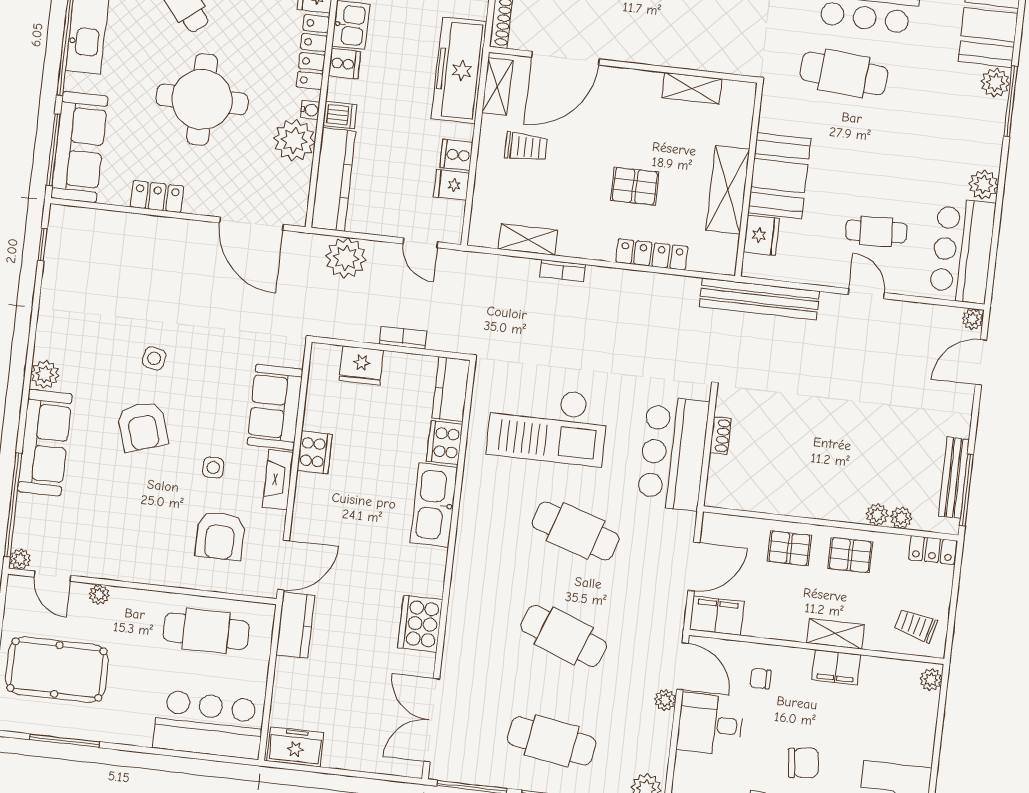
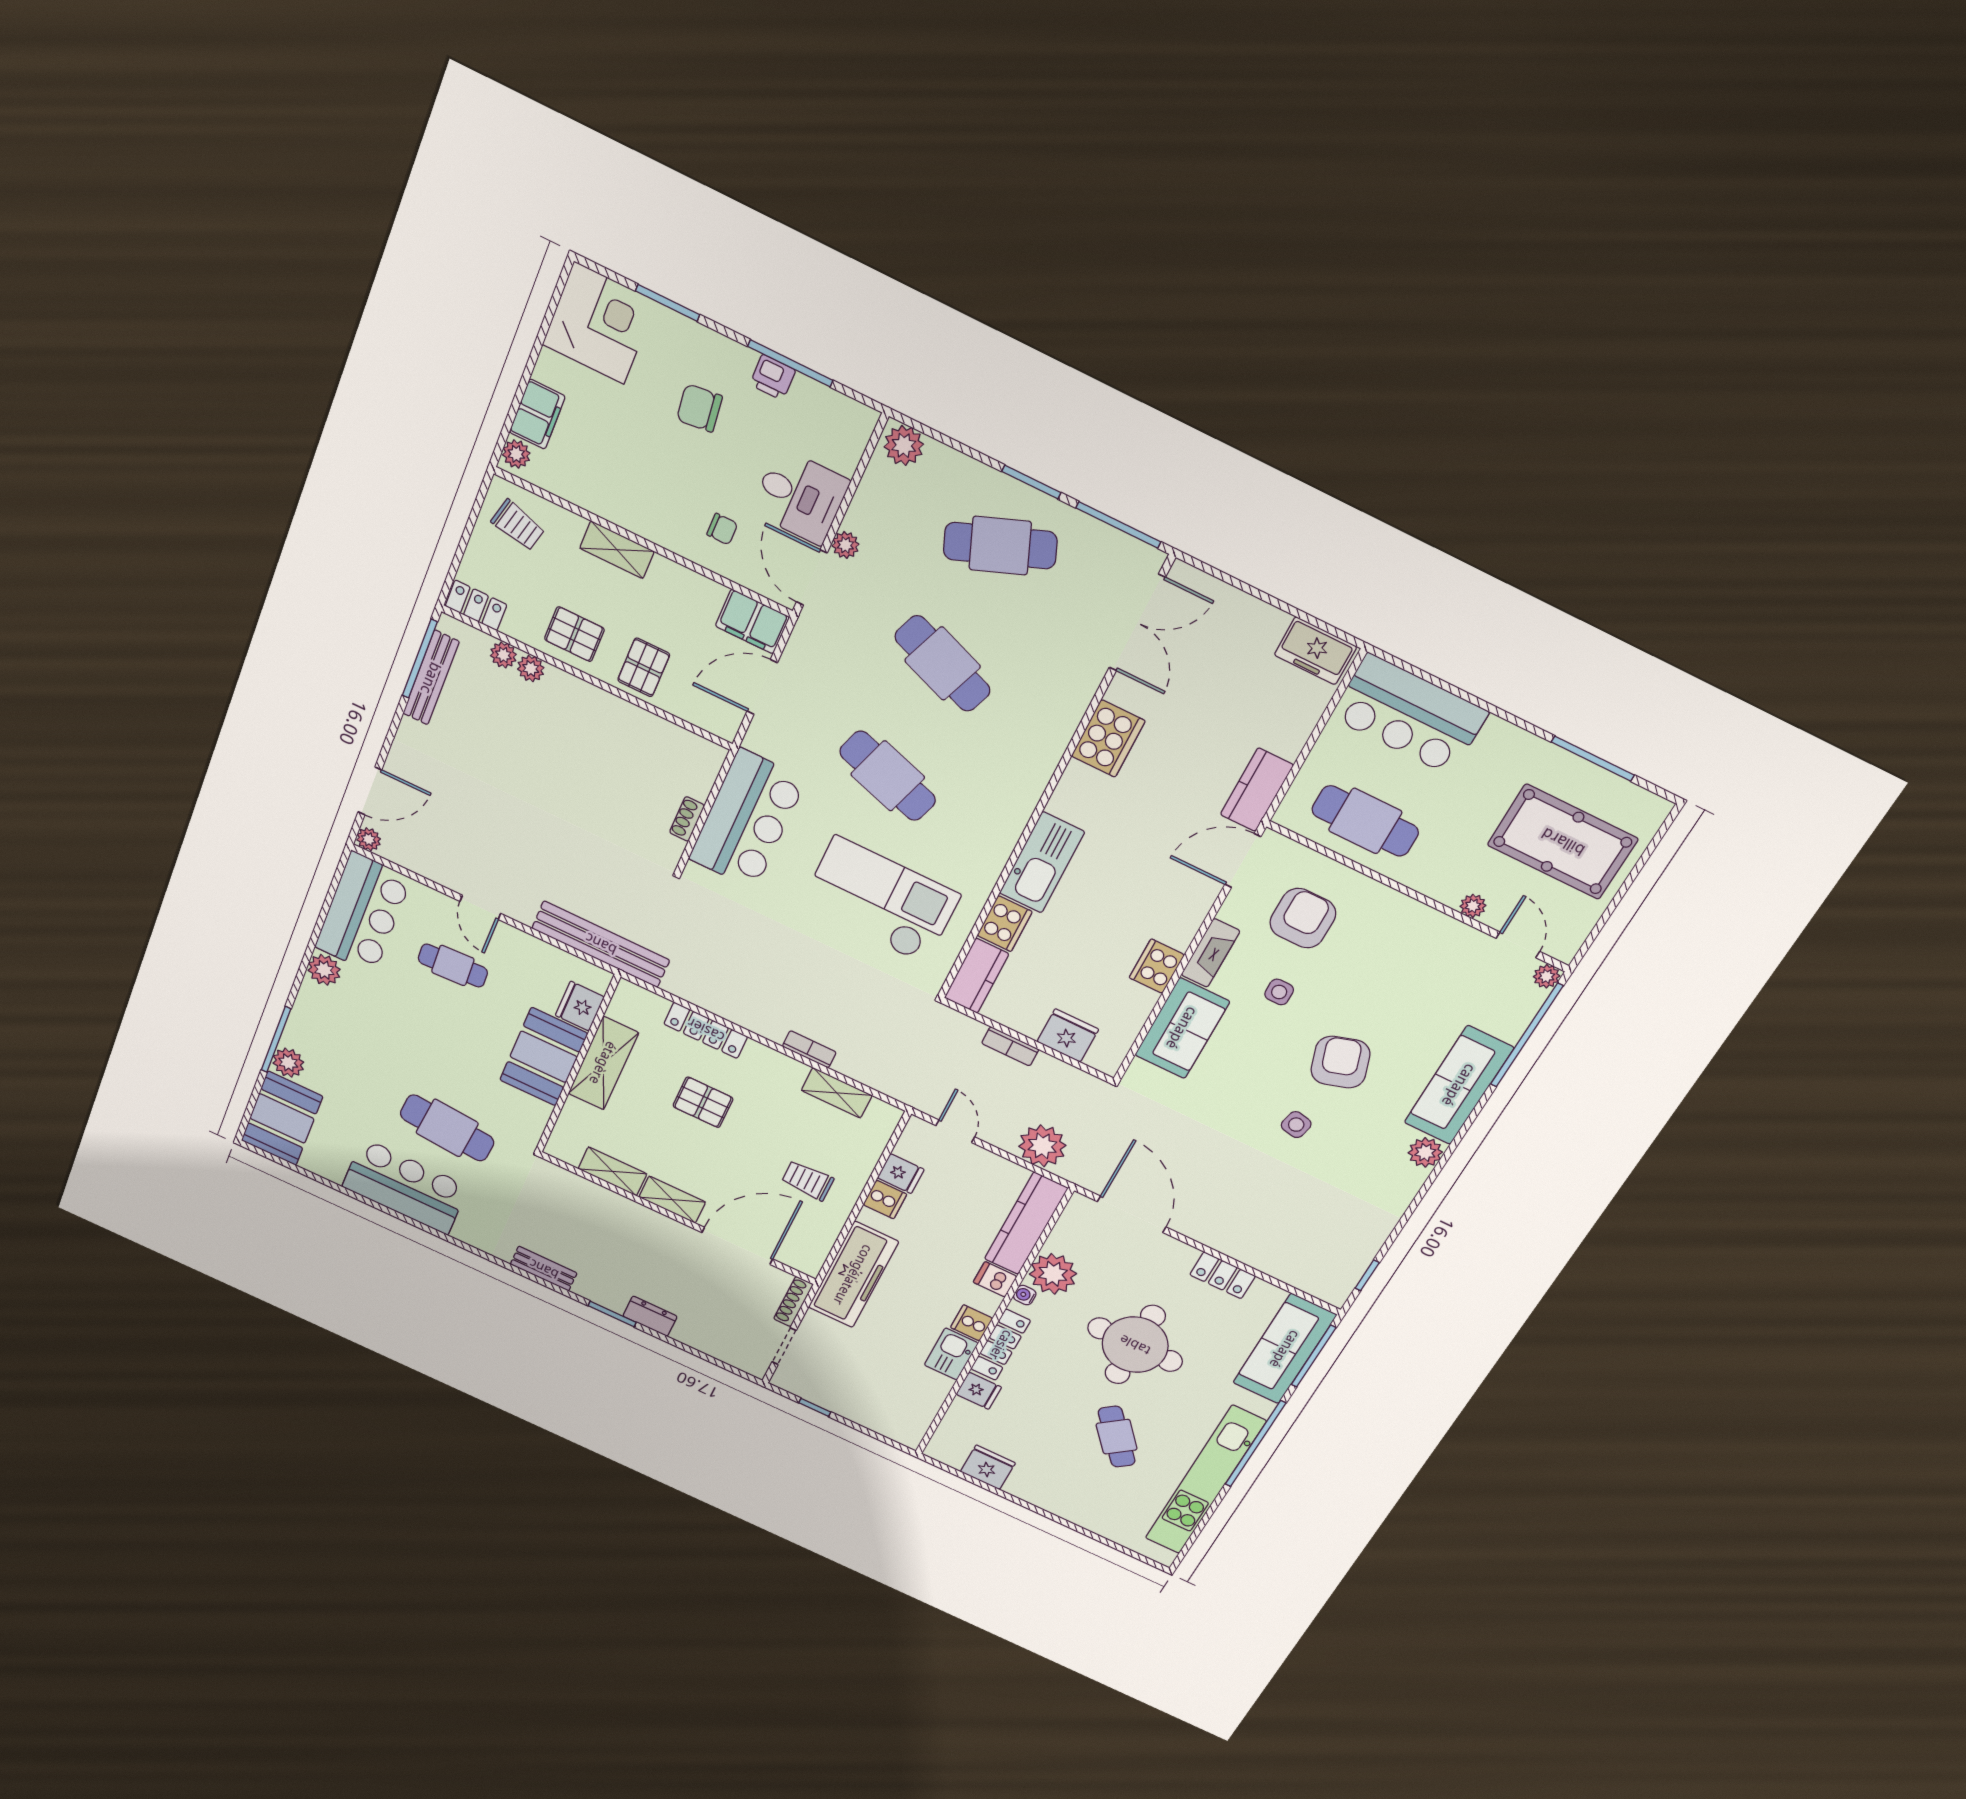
shelving: (497, 87) -> (672, 1200), moved, turned 90
pallet: (789, 548) -> (644, 667), turned 90
filing cabinet: (836, 667) -> (537, 414), moved, turned 90
cafe table: (552, 741) -> (1000, 546), turned -30

